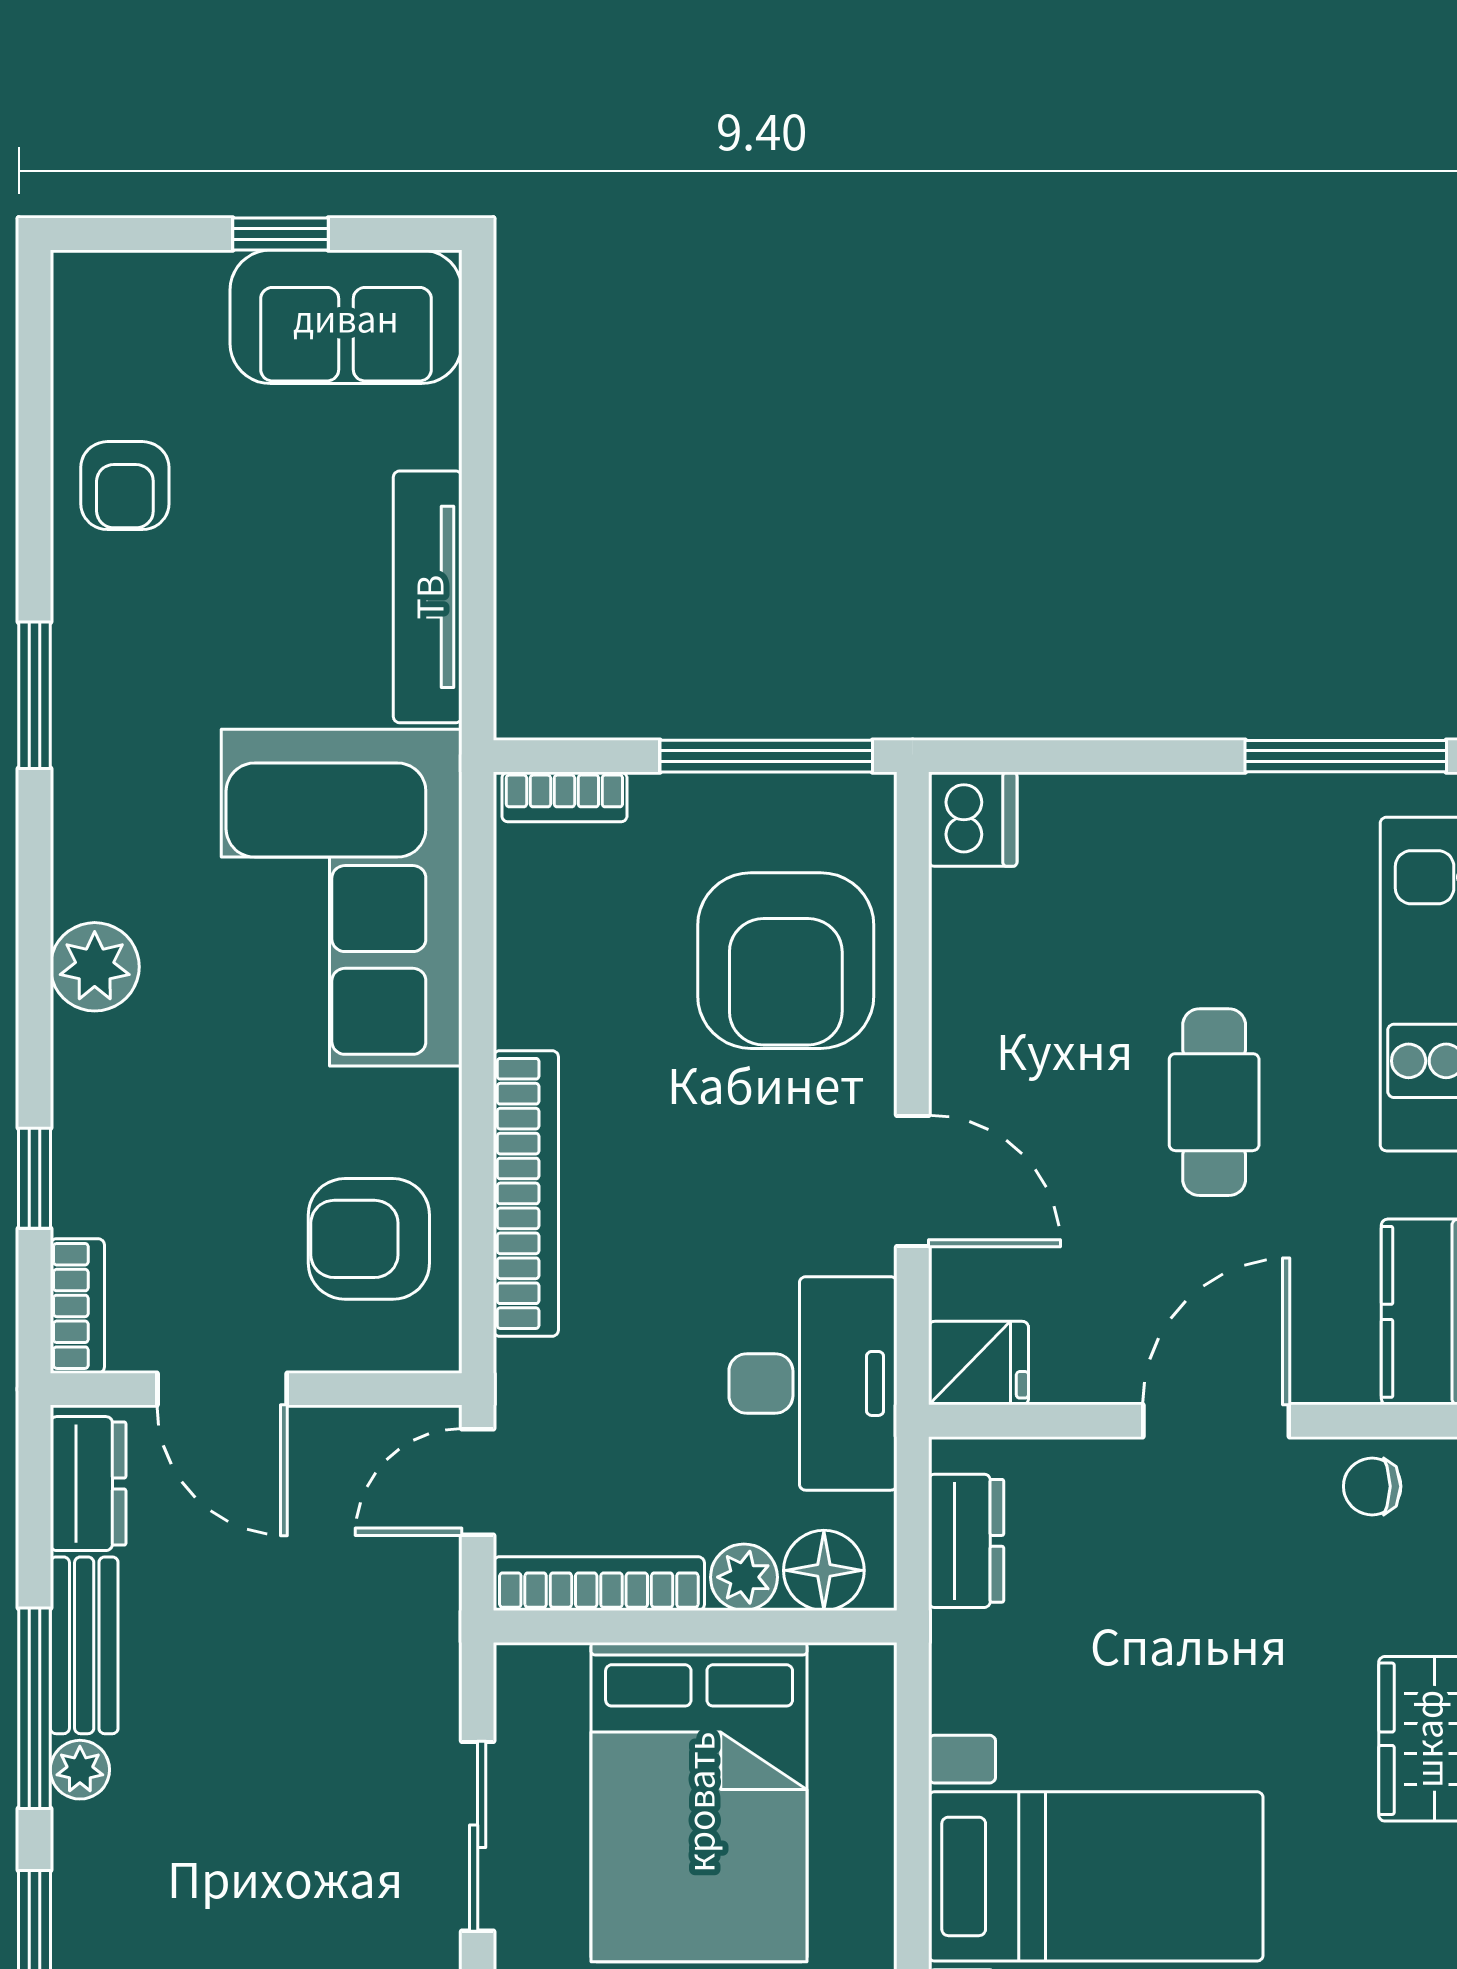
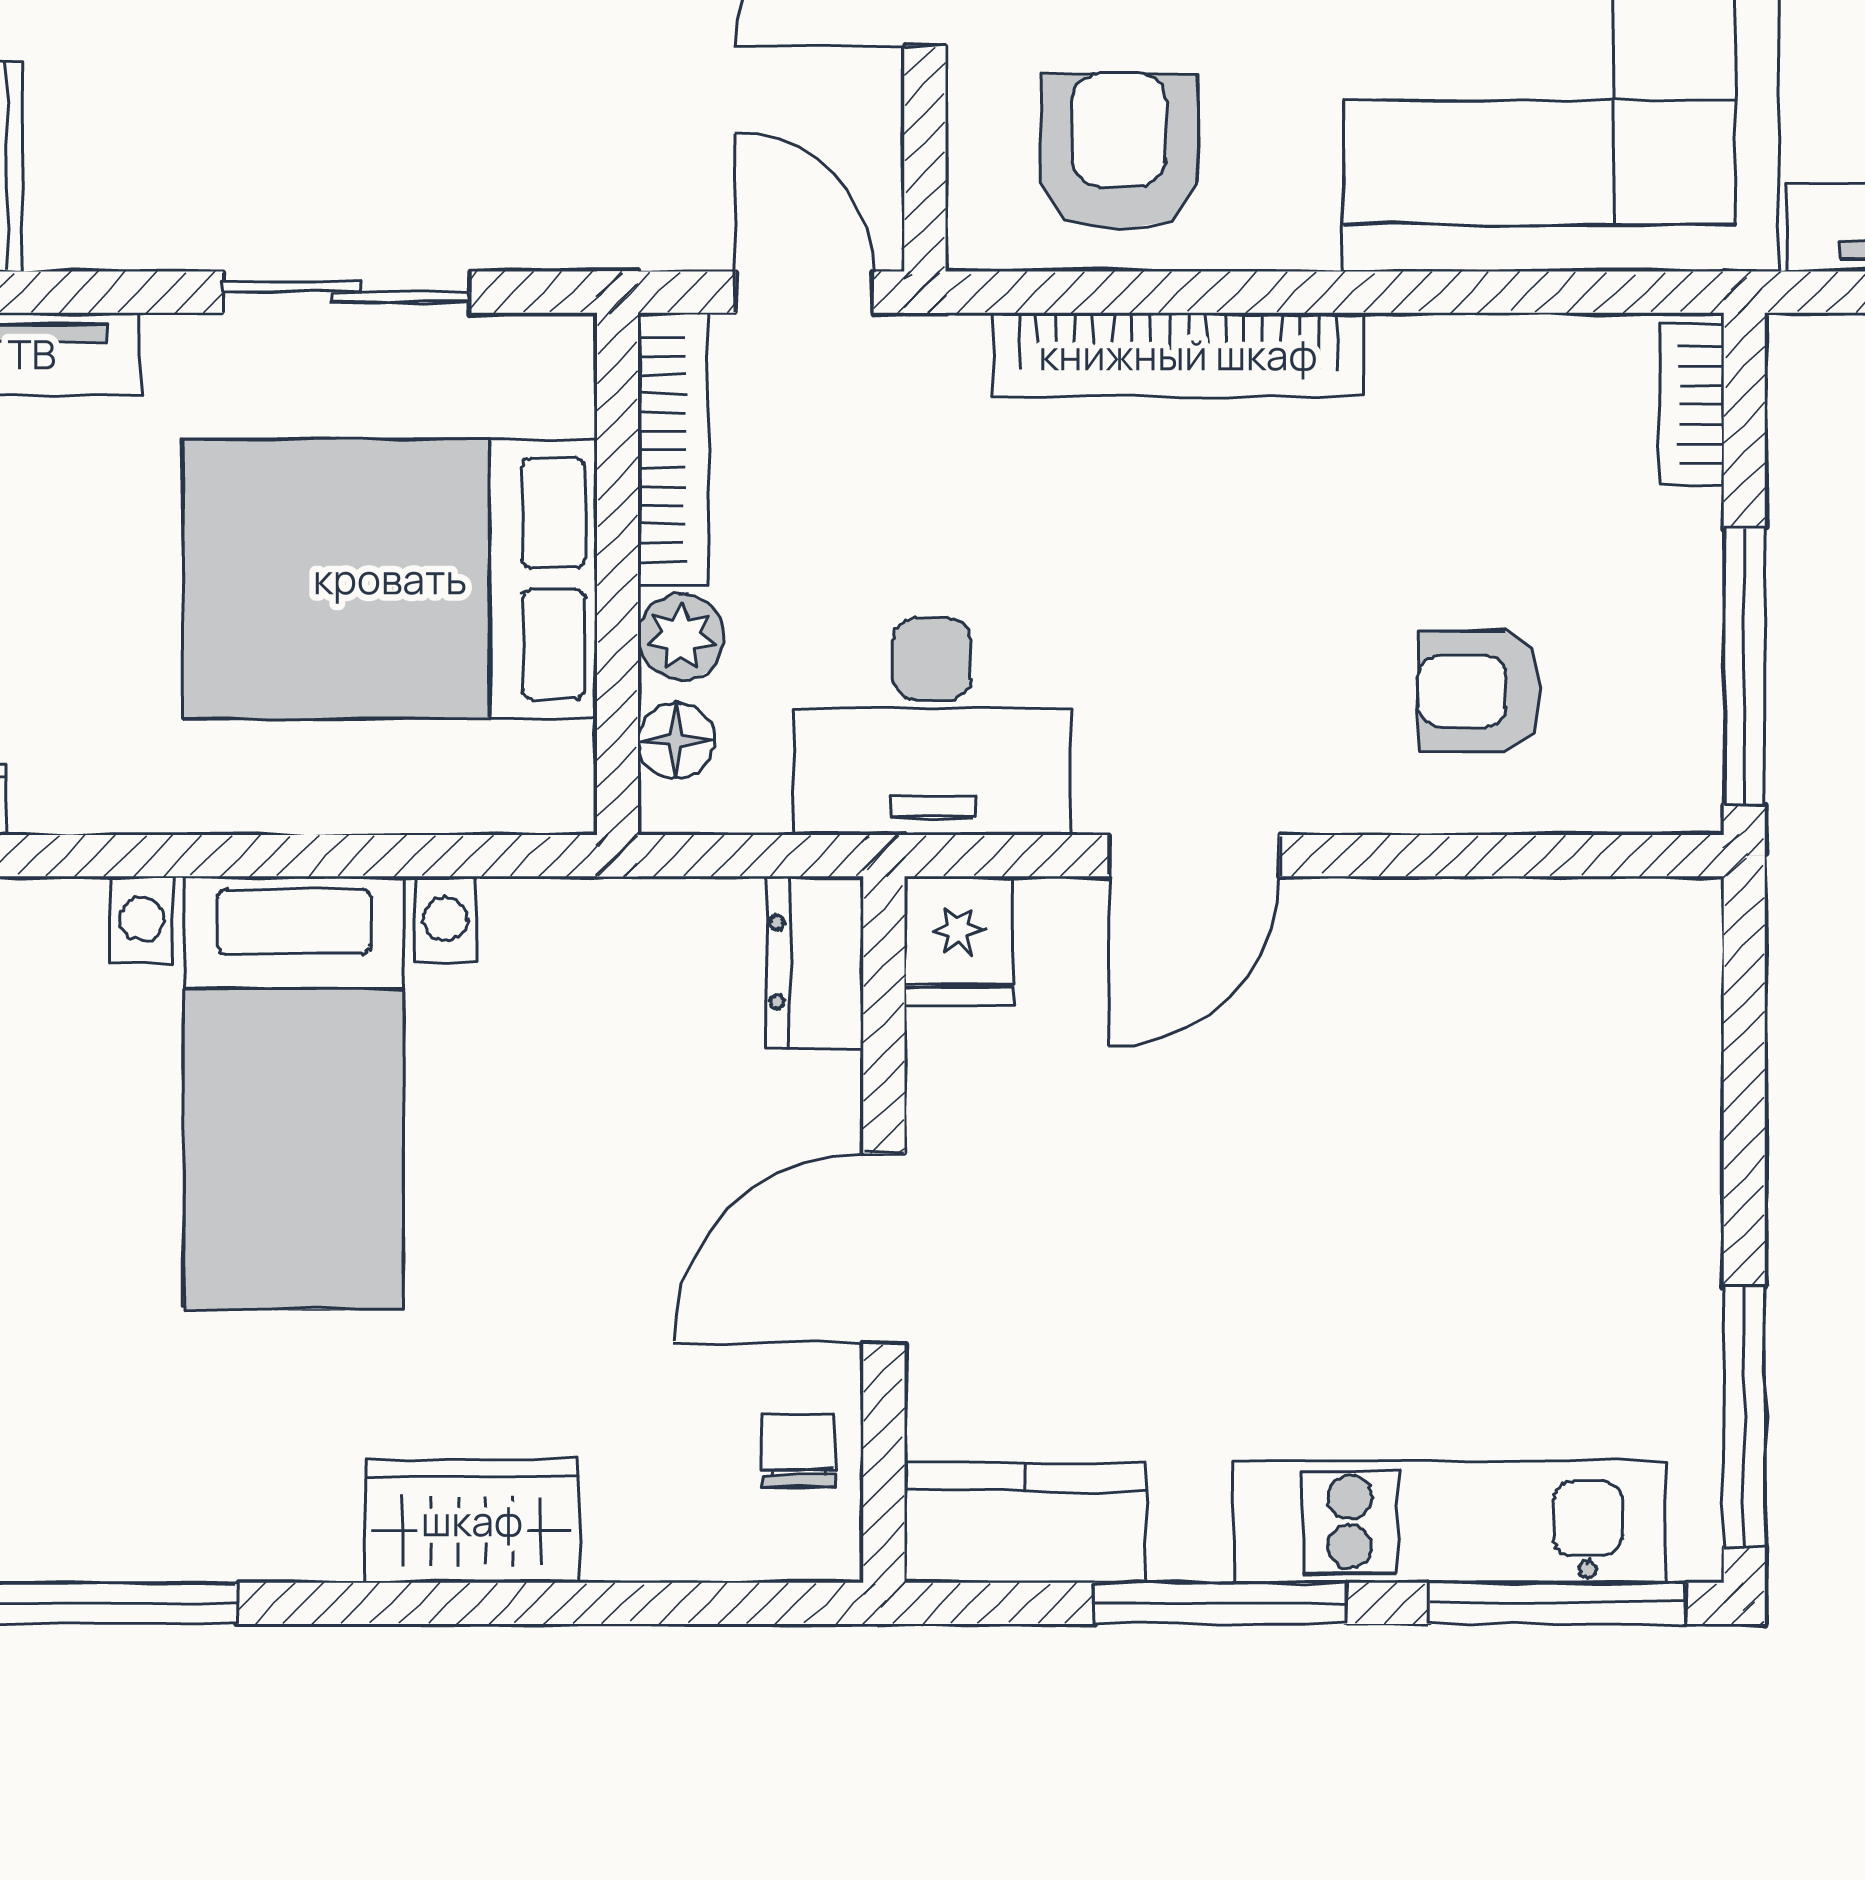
dishwasher: (973, 819) -> (1663, 933), removed
armchair: (786, 961) -> (1480, 691), width x0.53, depth x0.53
cafe table: (1214, 1102) -> (1296, 1246), removed
door: (1216, 1421) -> (884, 1248), swing flipped
dresser: (966, 1541) -> (815, 963), moved, turned 90
floor lamp: (824, 1570) -> (676, 741), width x0.73, depth x0.73

